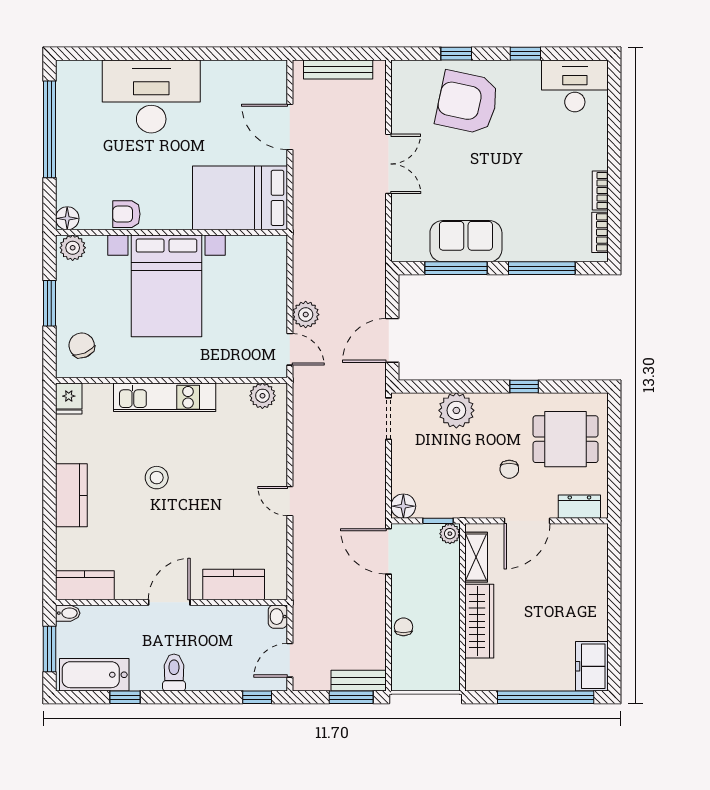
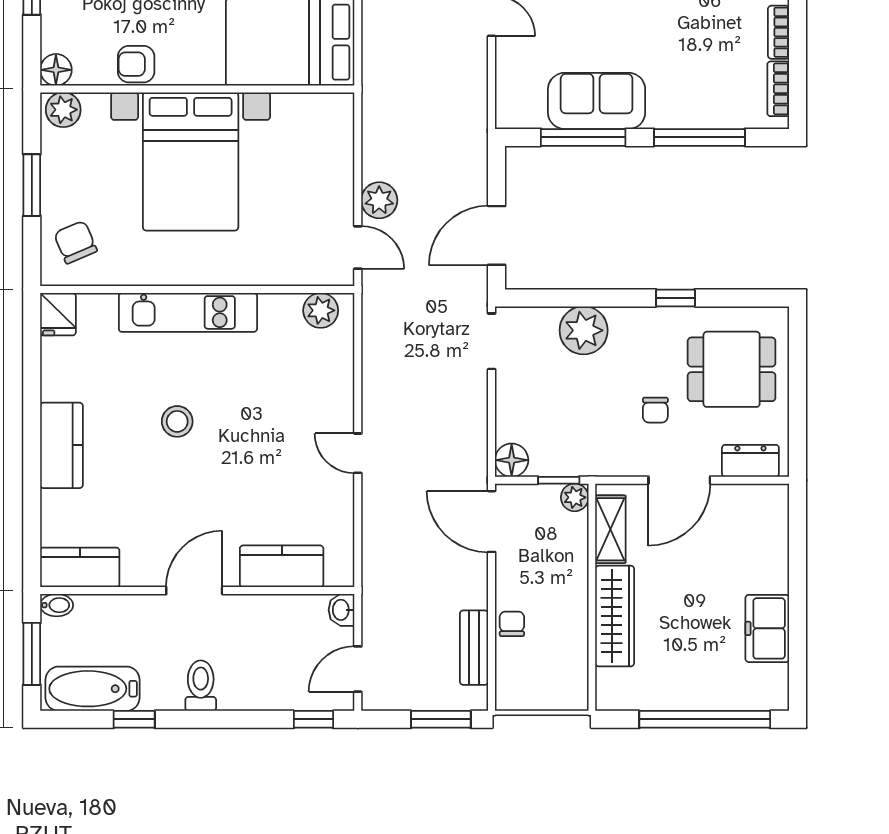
freezer: (592, 666) -> (767, 628), moved
bench: (359, 681) -> (474, 648), moved, turned 90

